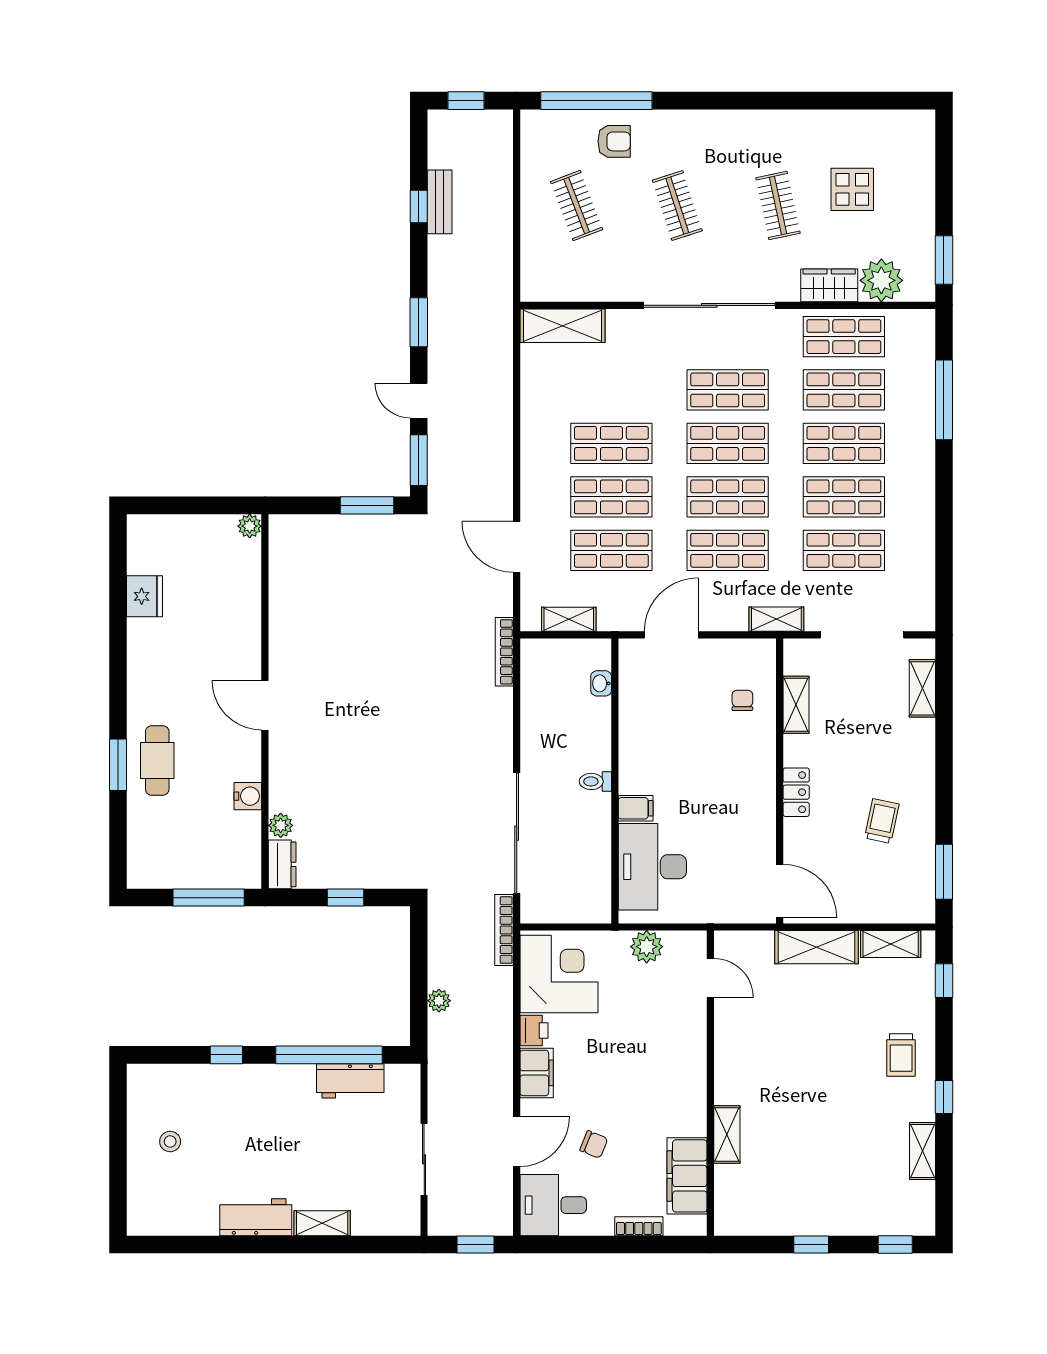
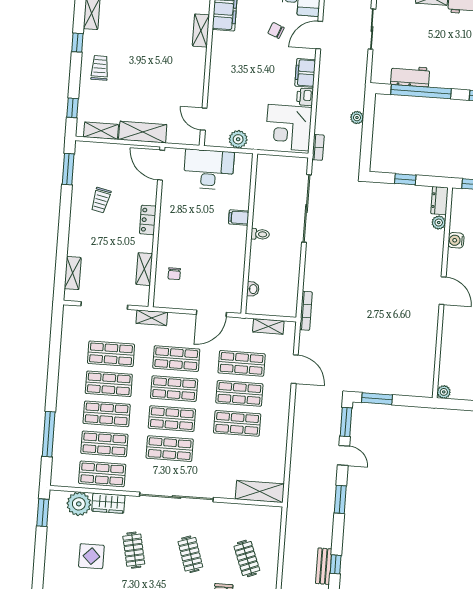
desk: (652, 867) -> (209, 169), moved, turned -90
bookcase: (504, 930) -> (318, 147), width x0.64

